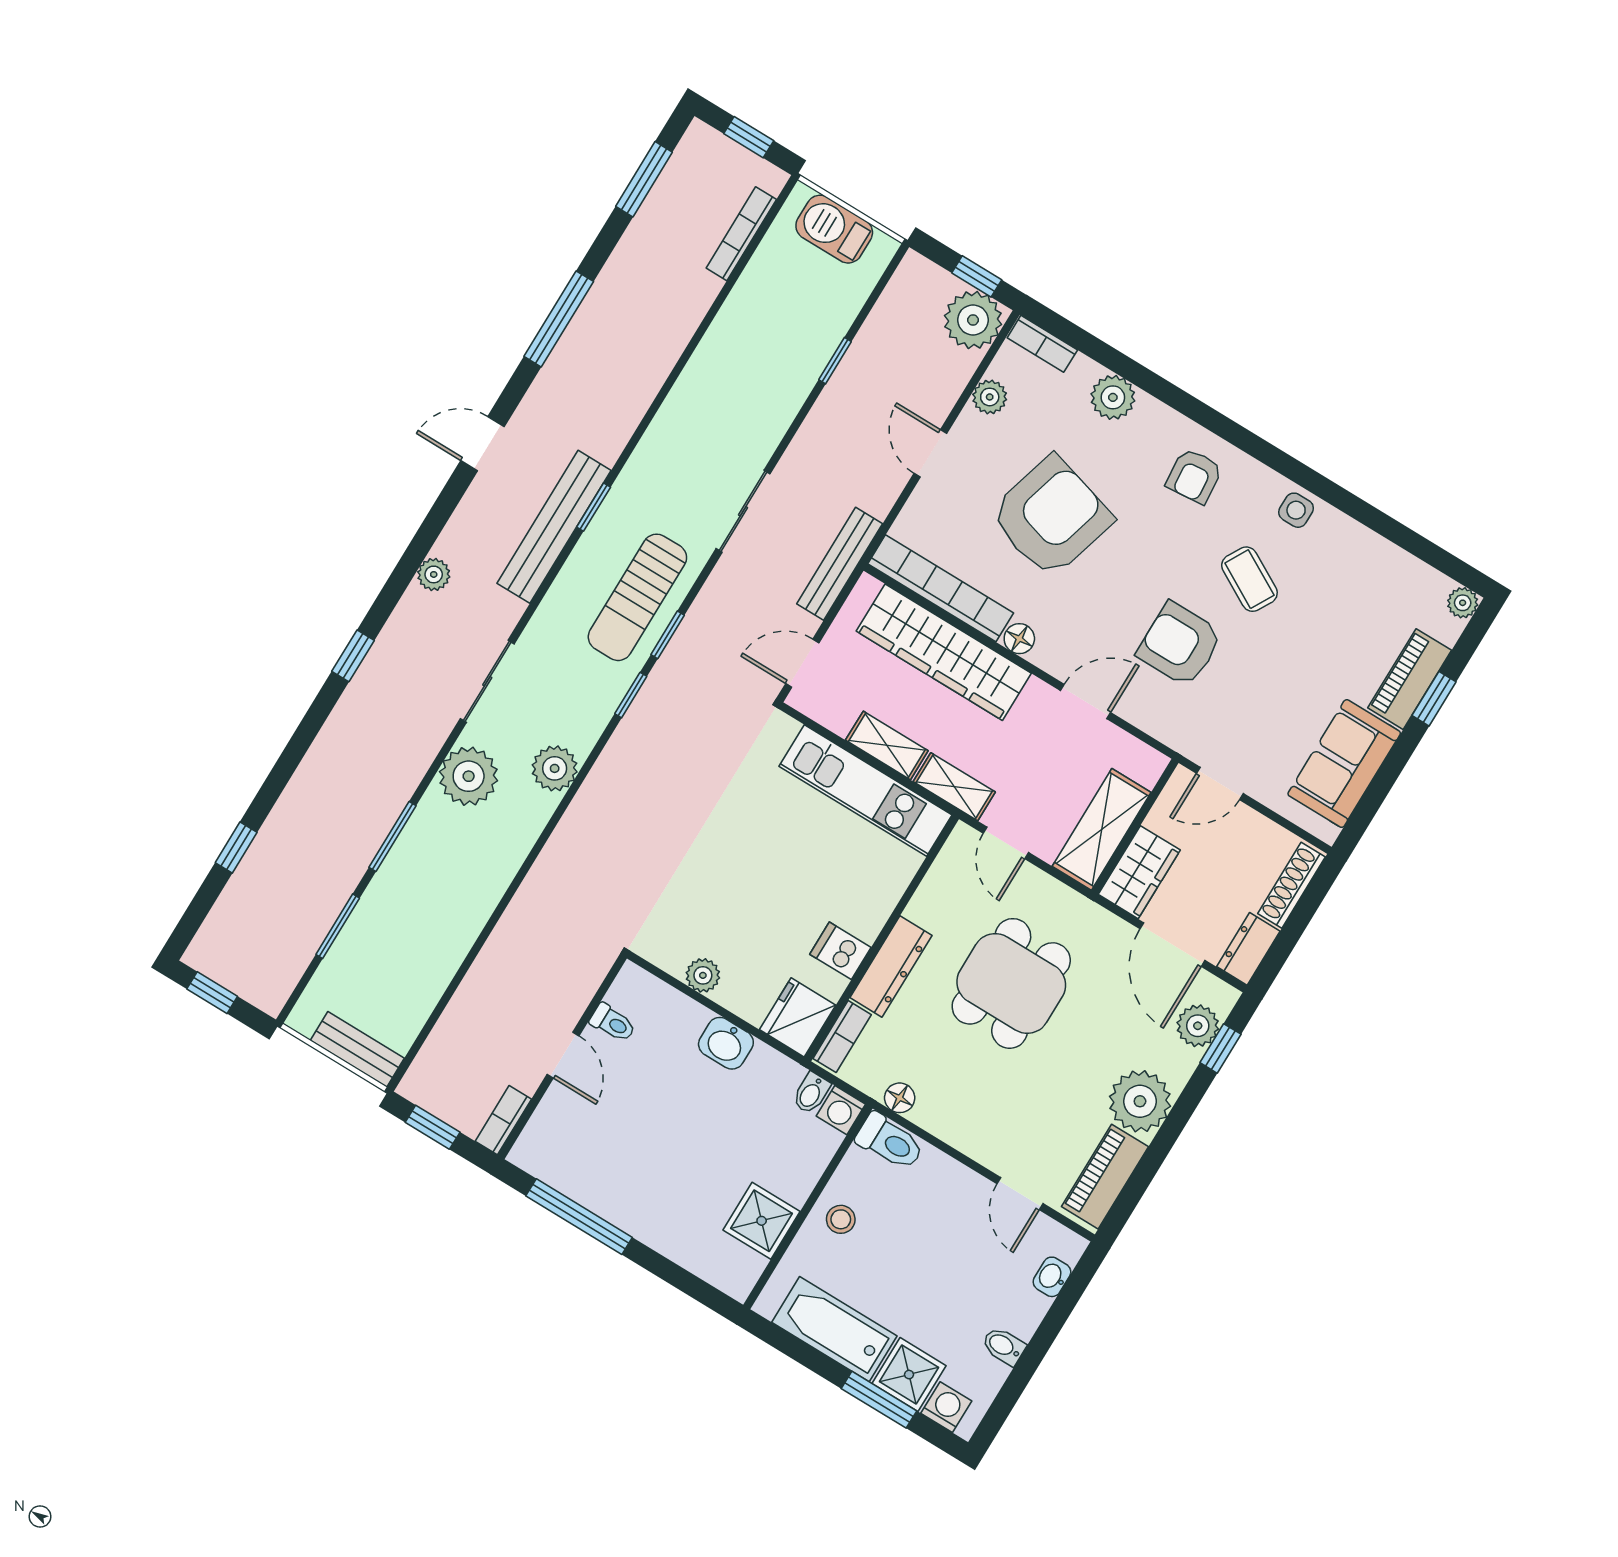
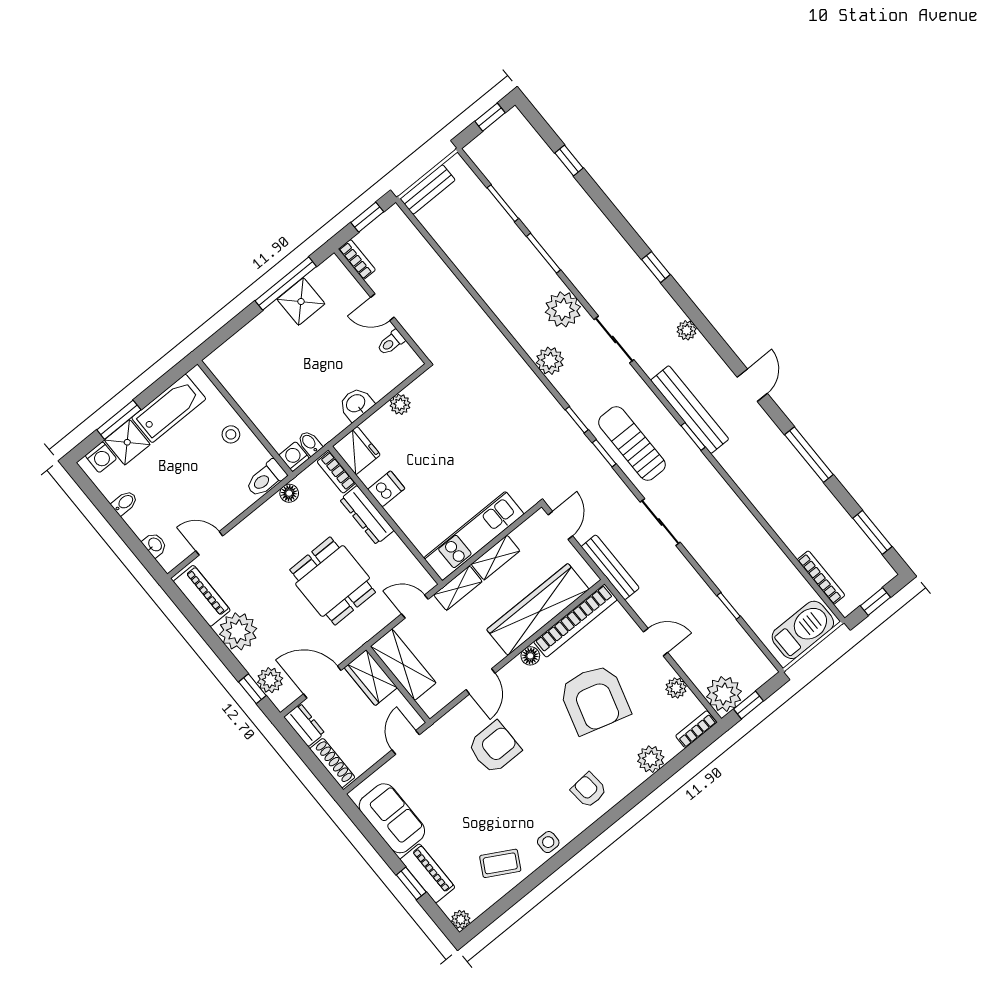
barbecue: (834, 229) -> (803, 630), width x1.37, depth x1.21
coffee table: (1249, 579) -> (500, 863), moved
shower: (762, 1221) -> (301, 301), moved

